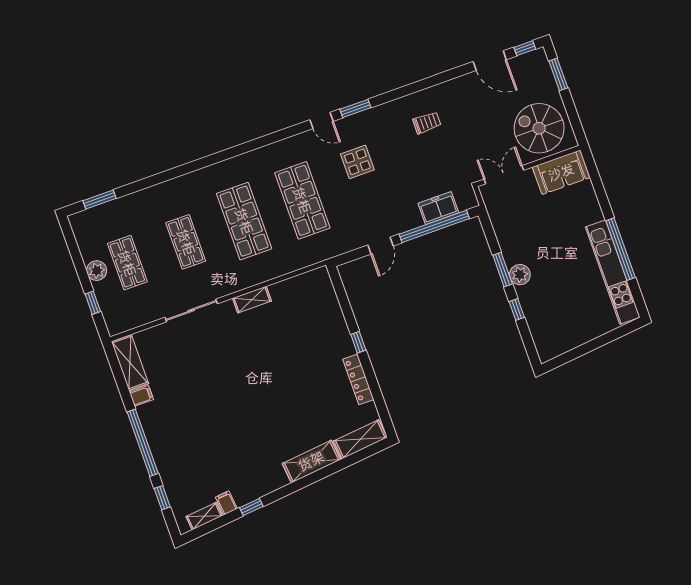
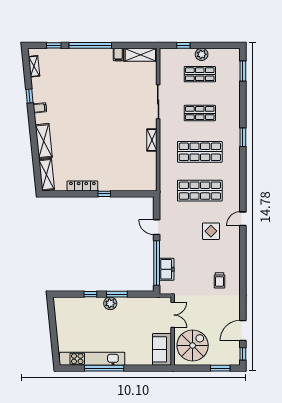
window: (355, 108) -> (243, 137), moved
filing cabinet: (226, 503) -> (40, 108), moved

